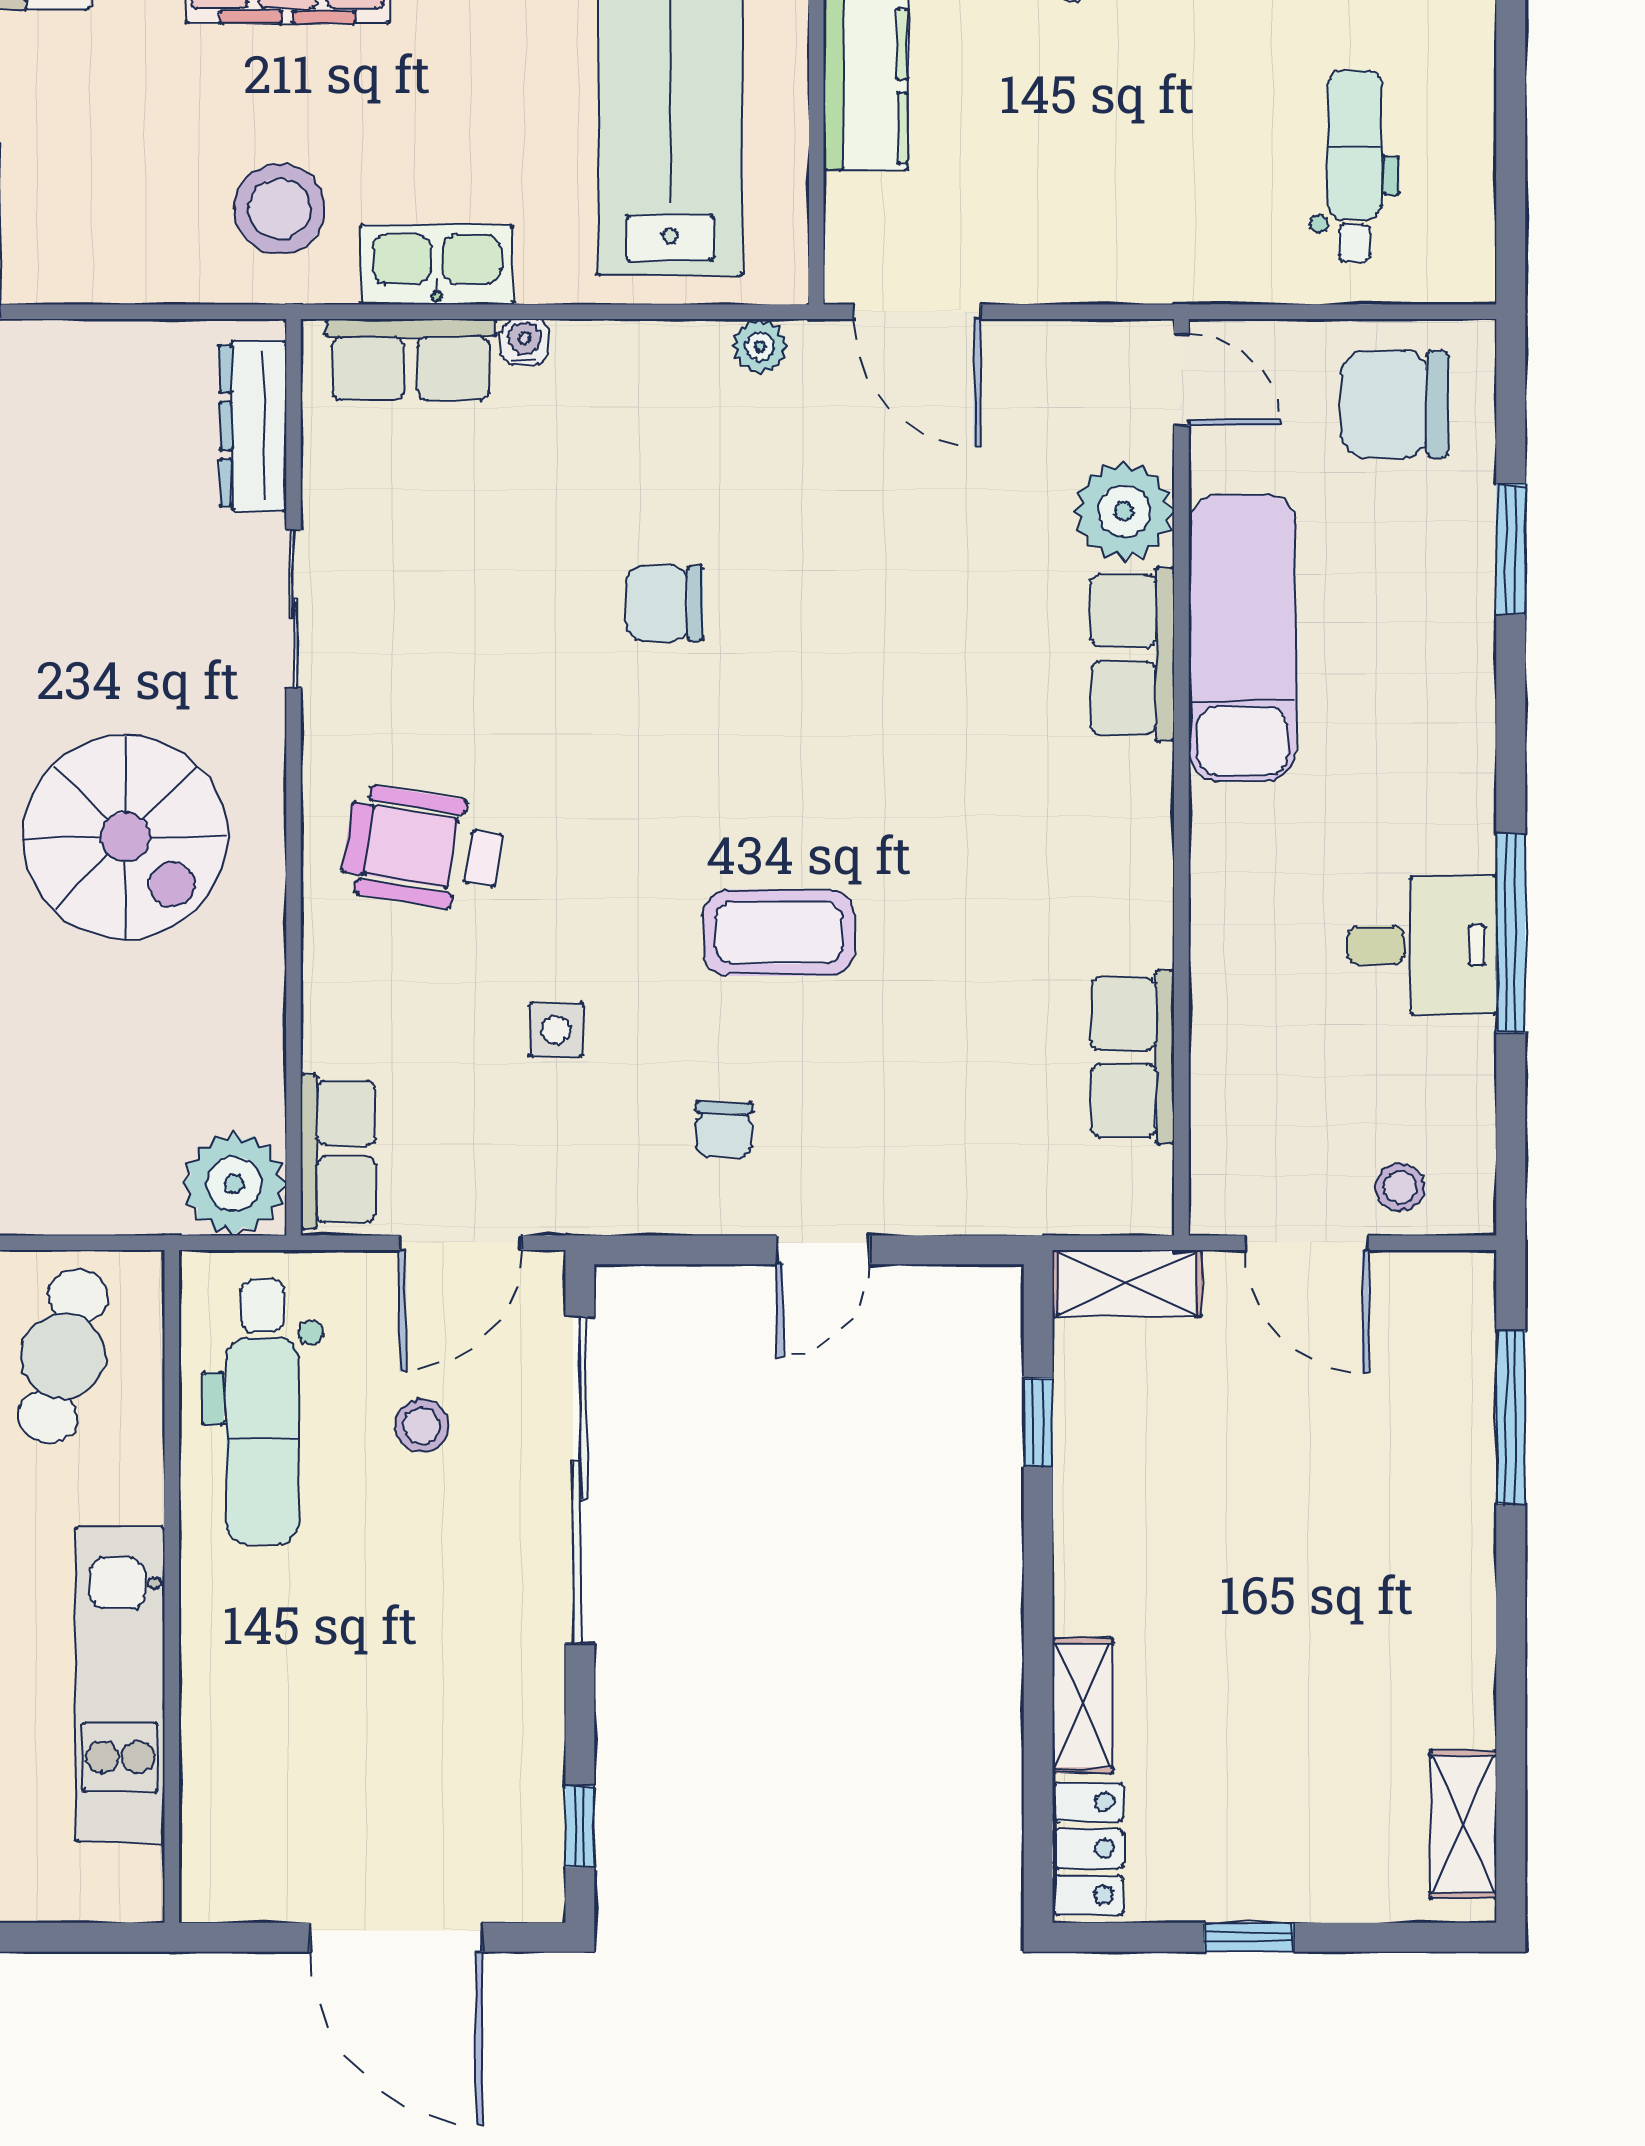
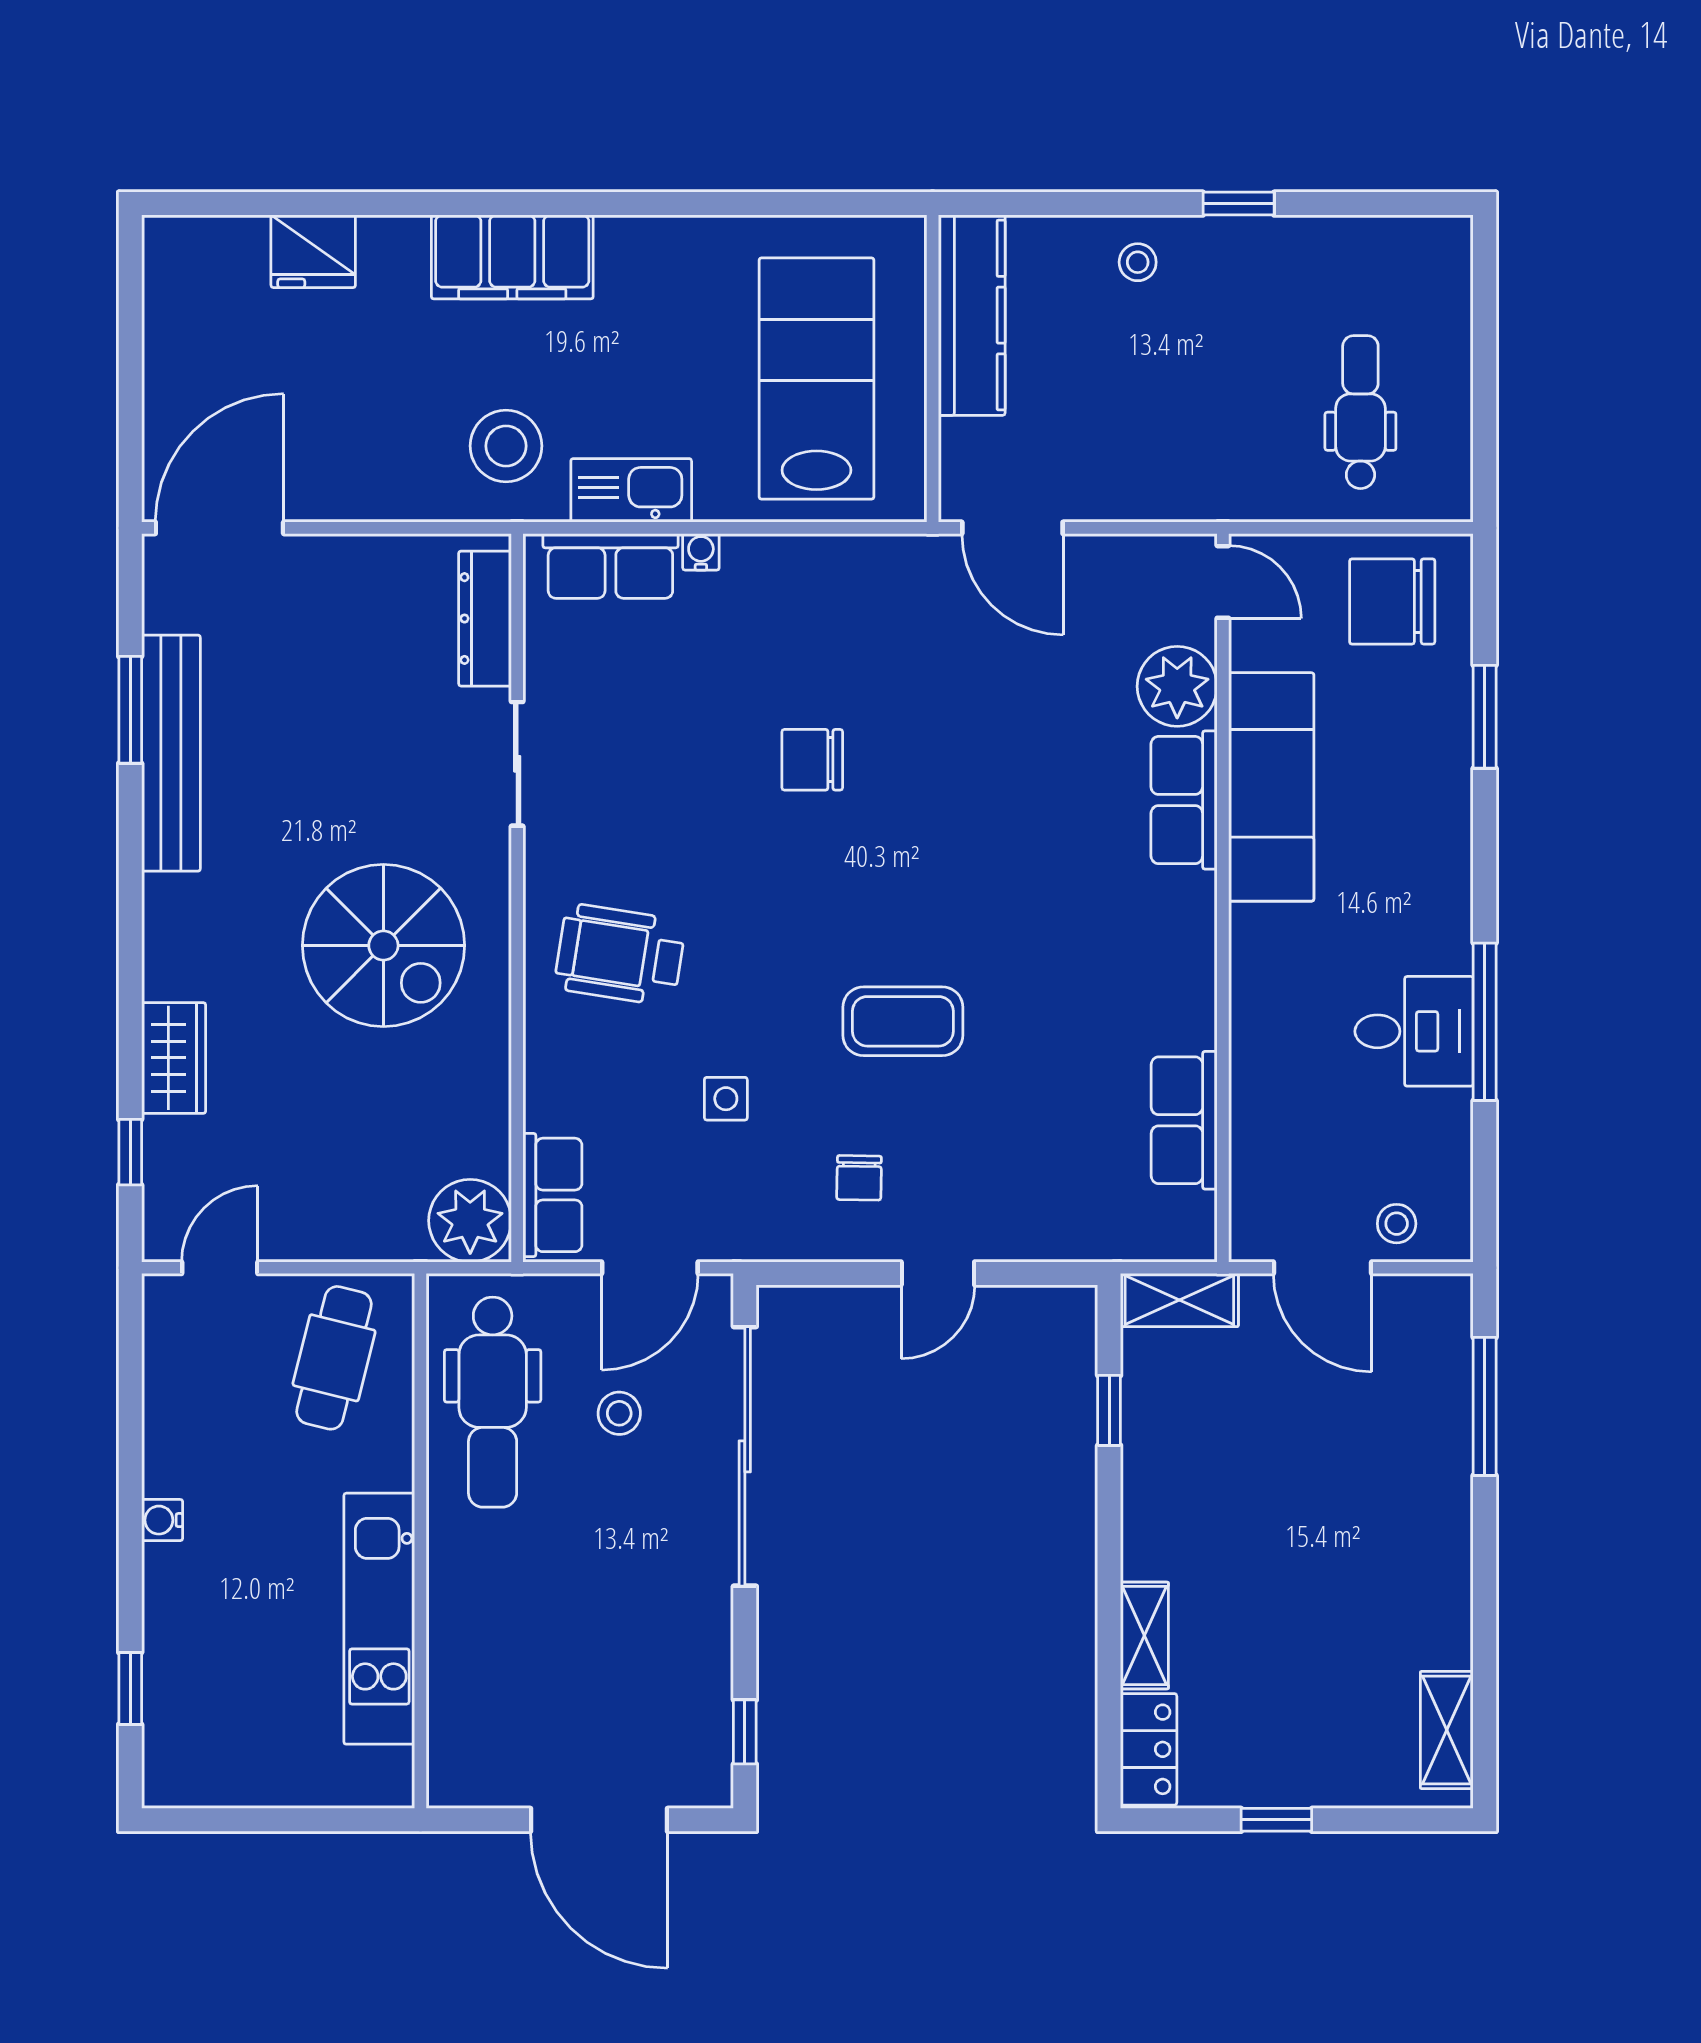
plant: (760, 346) -> (888, 555), removed

